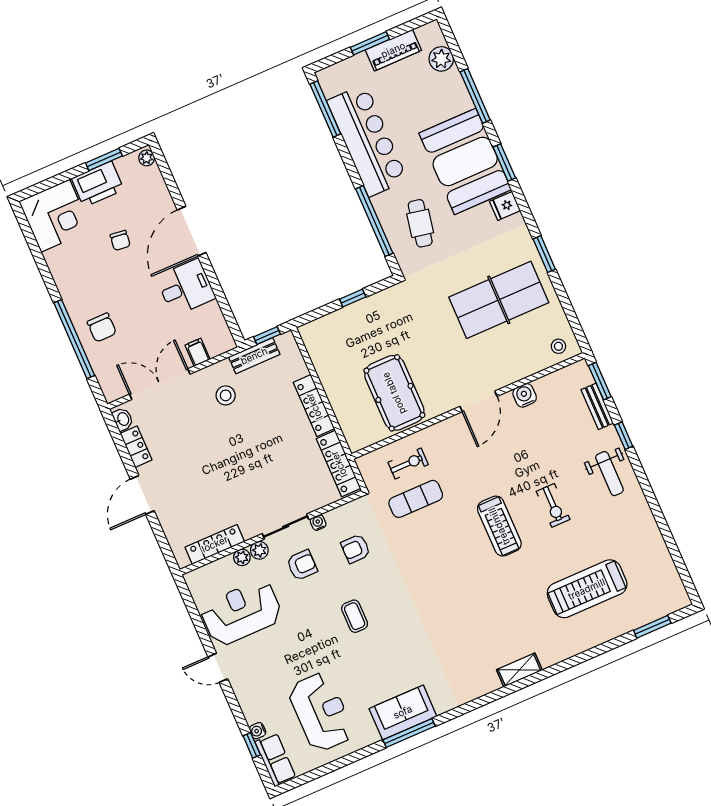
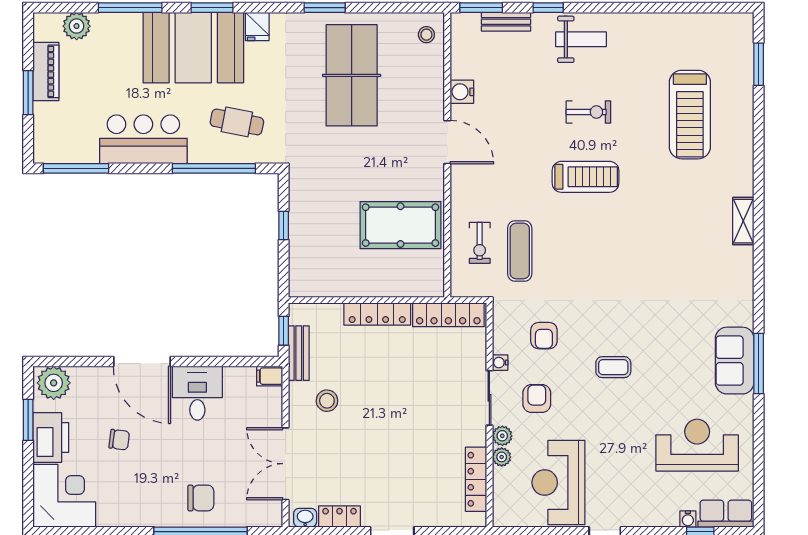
bar counter: (367, 140) -> (143, 139), width x0.73
plant: (147, 158) -> (54, 383), width x1.87, depth x1.87
filing cabinet: (198, 352) -> (270, 376), moved
exercise bike: (408, 463) -> (480, 243), turned 180

